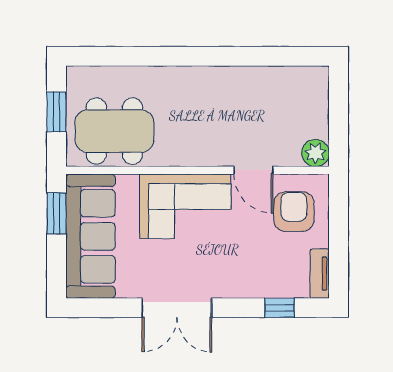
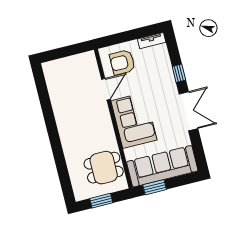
dining table: (114, 131) -> (104, 168), width x0.73
plant: (315, 153) -> (89, 59), removed
window: (280, 308) -> (179, 73), moved

